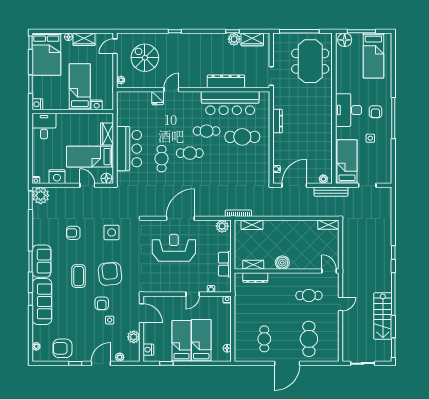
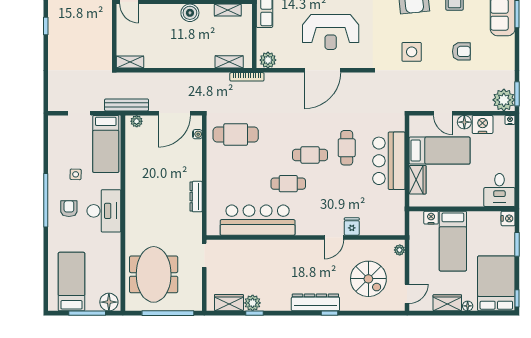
dresser: (226, 81) -> (315, 302), moved, turned 180
cafe table: (242, 137) -> (236, 134), moved
floor lamp: (106, 178) -> (464, 122), moved

